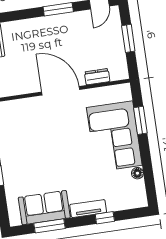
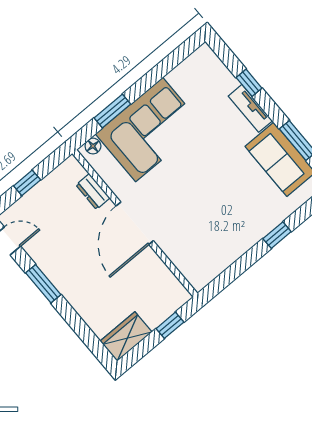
window: (128, 38) -> (27, 183), width x0.67
floor lamp: (137, 173) -> (93, 146), moved

